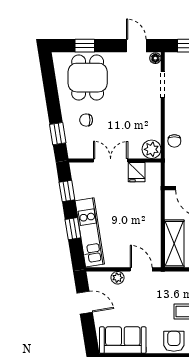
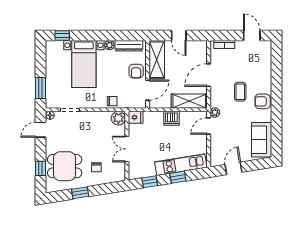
window: (58, 134) -> (80, 193), moved
fridge: (137, 172) -> (136, 117), moved
dishwasher: (151, 220) -> (171, 118), added
plant: (118, 278) -> (215, 113), moved

